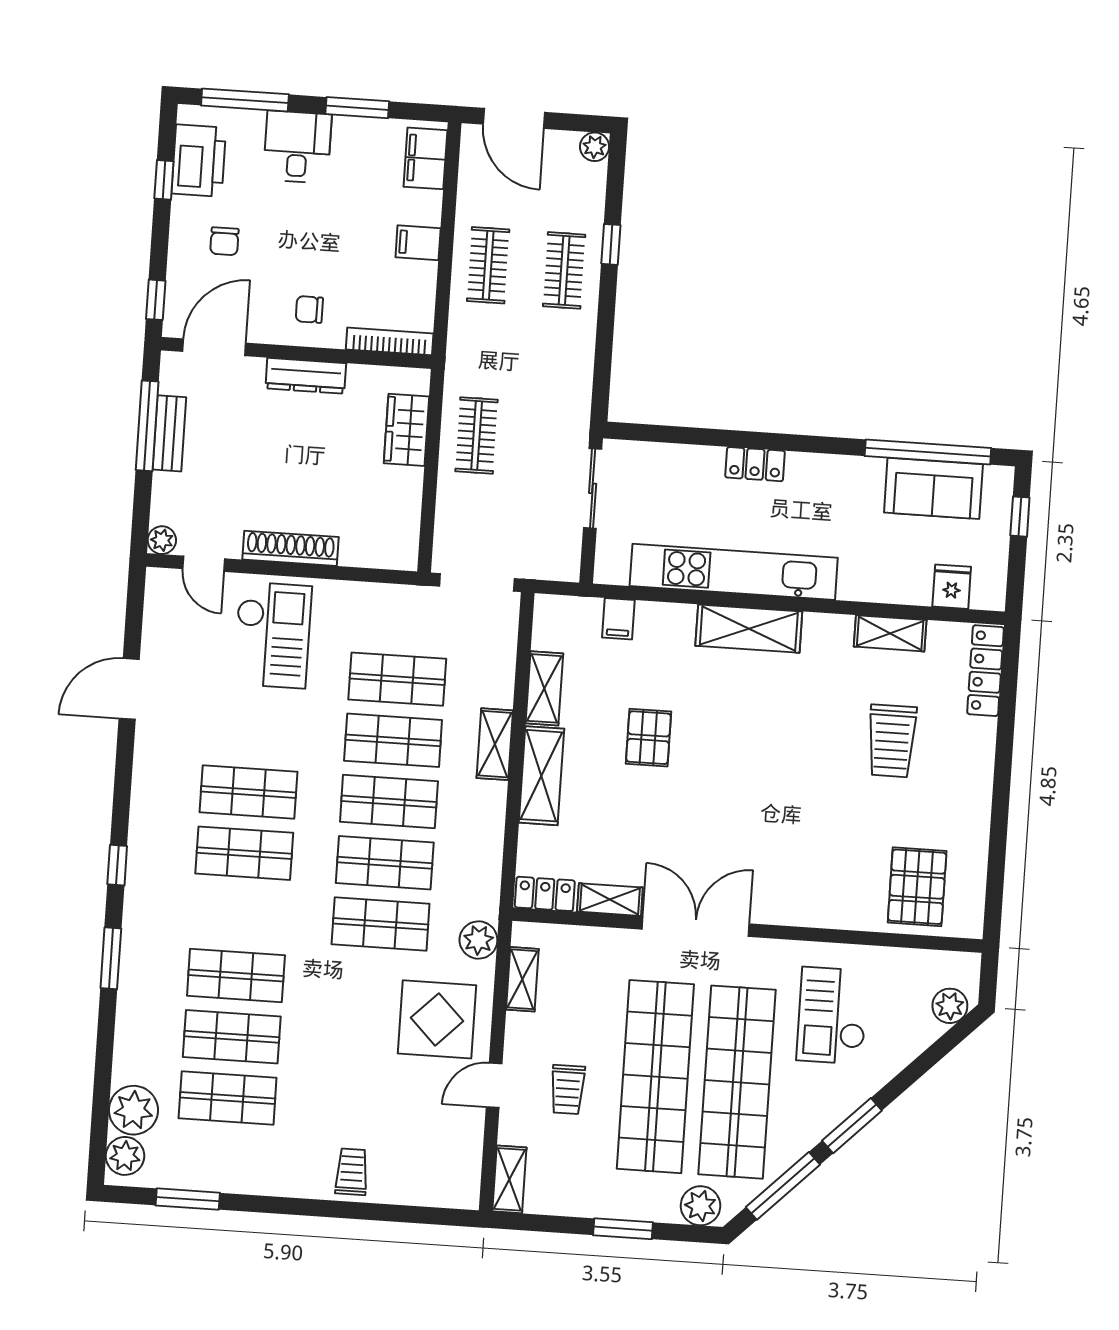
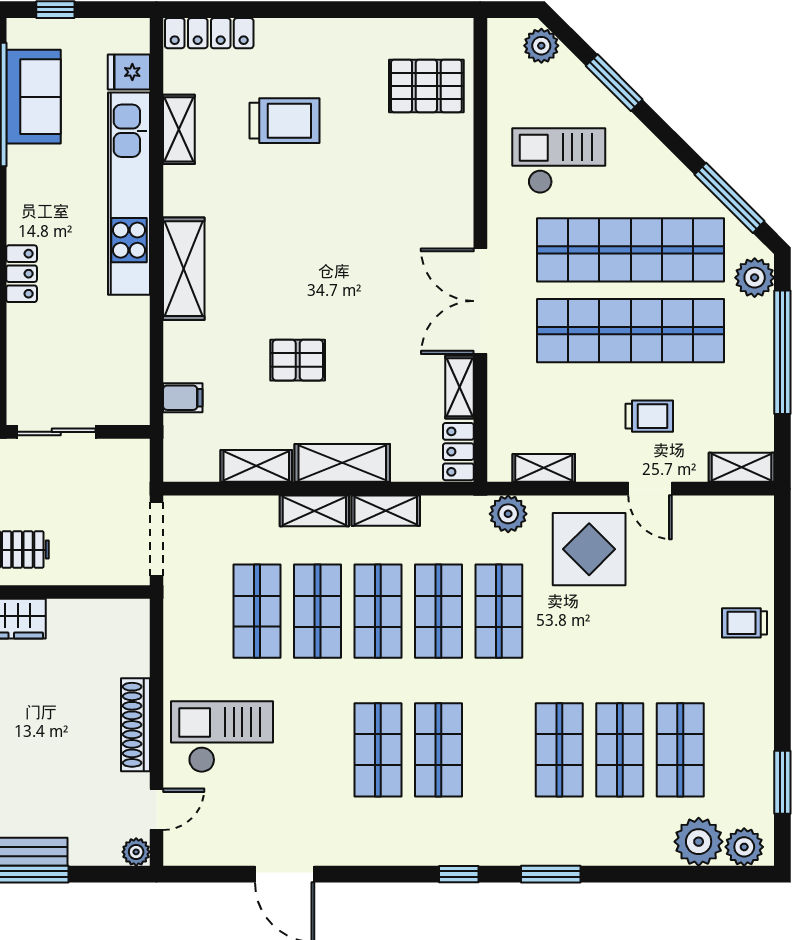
kitchen unit: (734, 572) -> (129, 194), moved
shelving: (490, 816) -> (386, 511), added
checkout: (832, 1016) -> (559, 161), turned 180
window: (852, 1126) -> (614, 83), moved
window: (623, 1229) -> (782, 352), width x2.11

